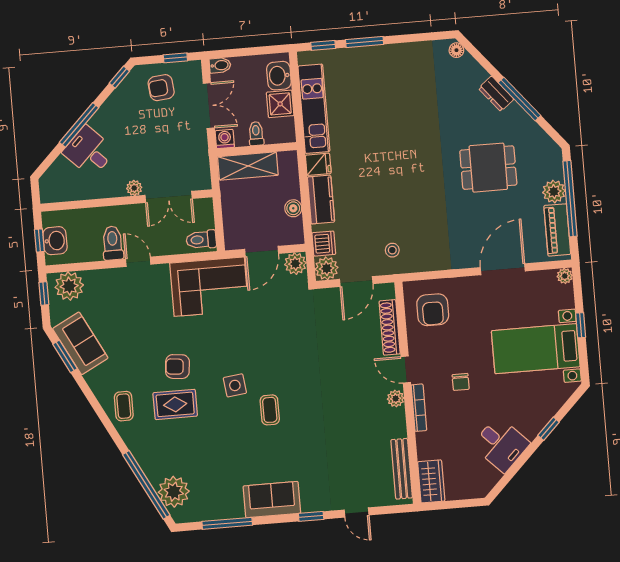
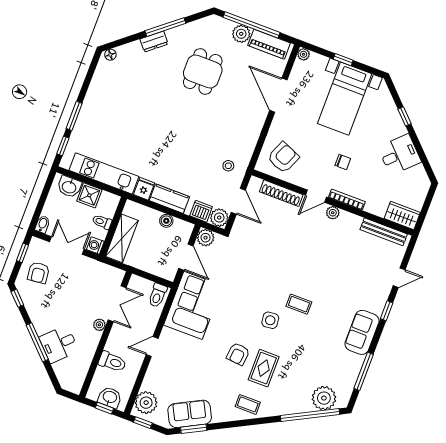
toilet: (113, 243) -> (112, 362), moved, turned 180
armchair: (433, 310) -> (283, 157), turned -67

